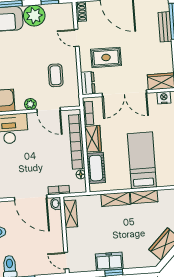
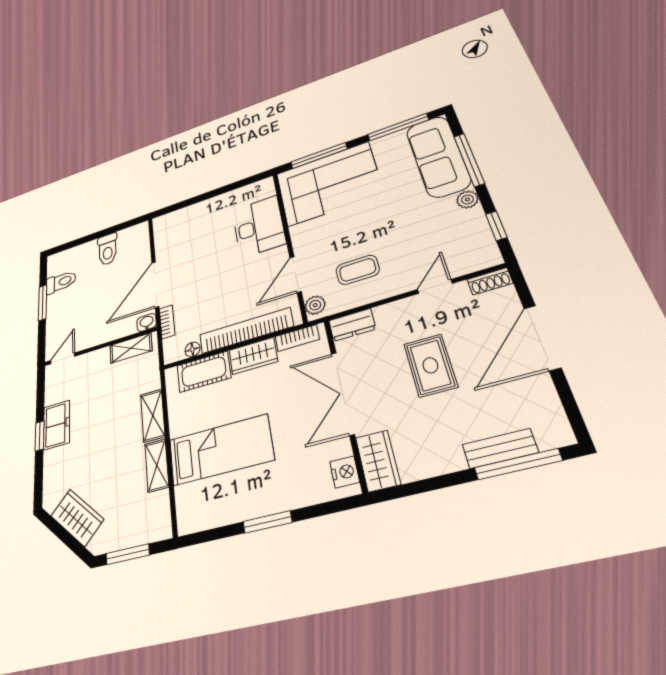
plant: (34, 16) -> (467, 199), width x0.53, depth x0.53
rug: (106, 57) -> (430, 365), moved
plant: (30, 104) -> (315, 305), moved

